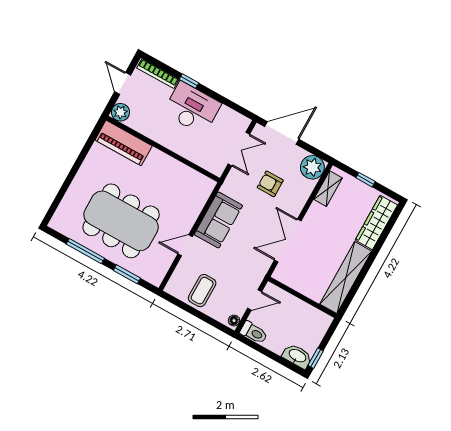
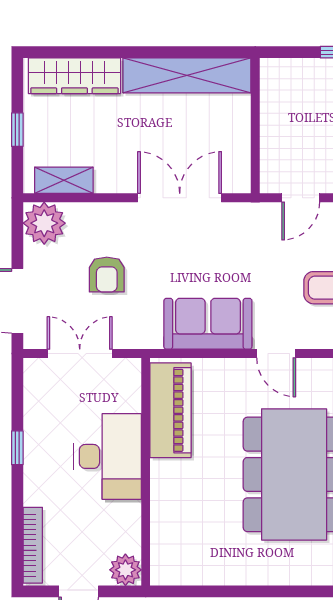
window: (189, 81) -> (17, 448), moved
desk: (192, 108) -> (108, 456), moved, turned 180
piano: (124, 143) -> (171, 410), moved
double door: (288, 241) -> (180, 198), swing flipped
door: (255, 300) -> (301, 198), swing flipped

